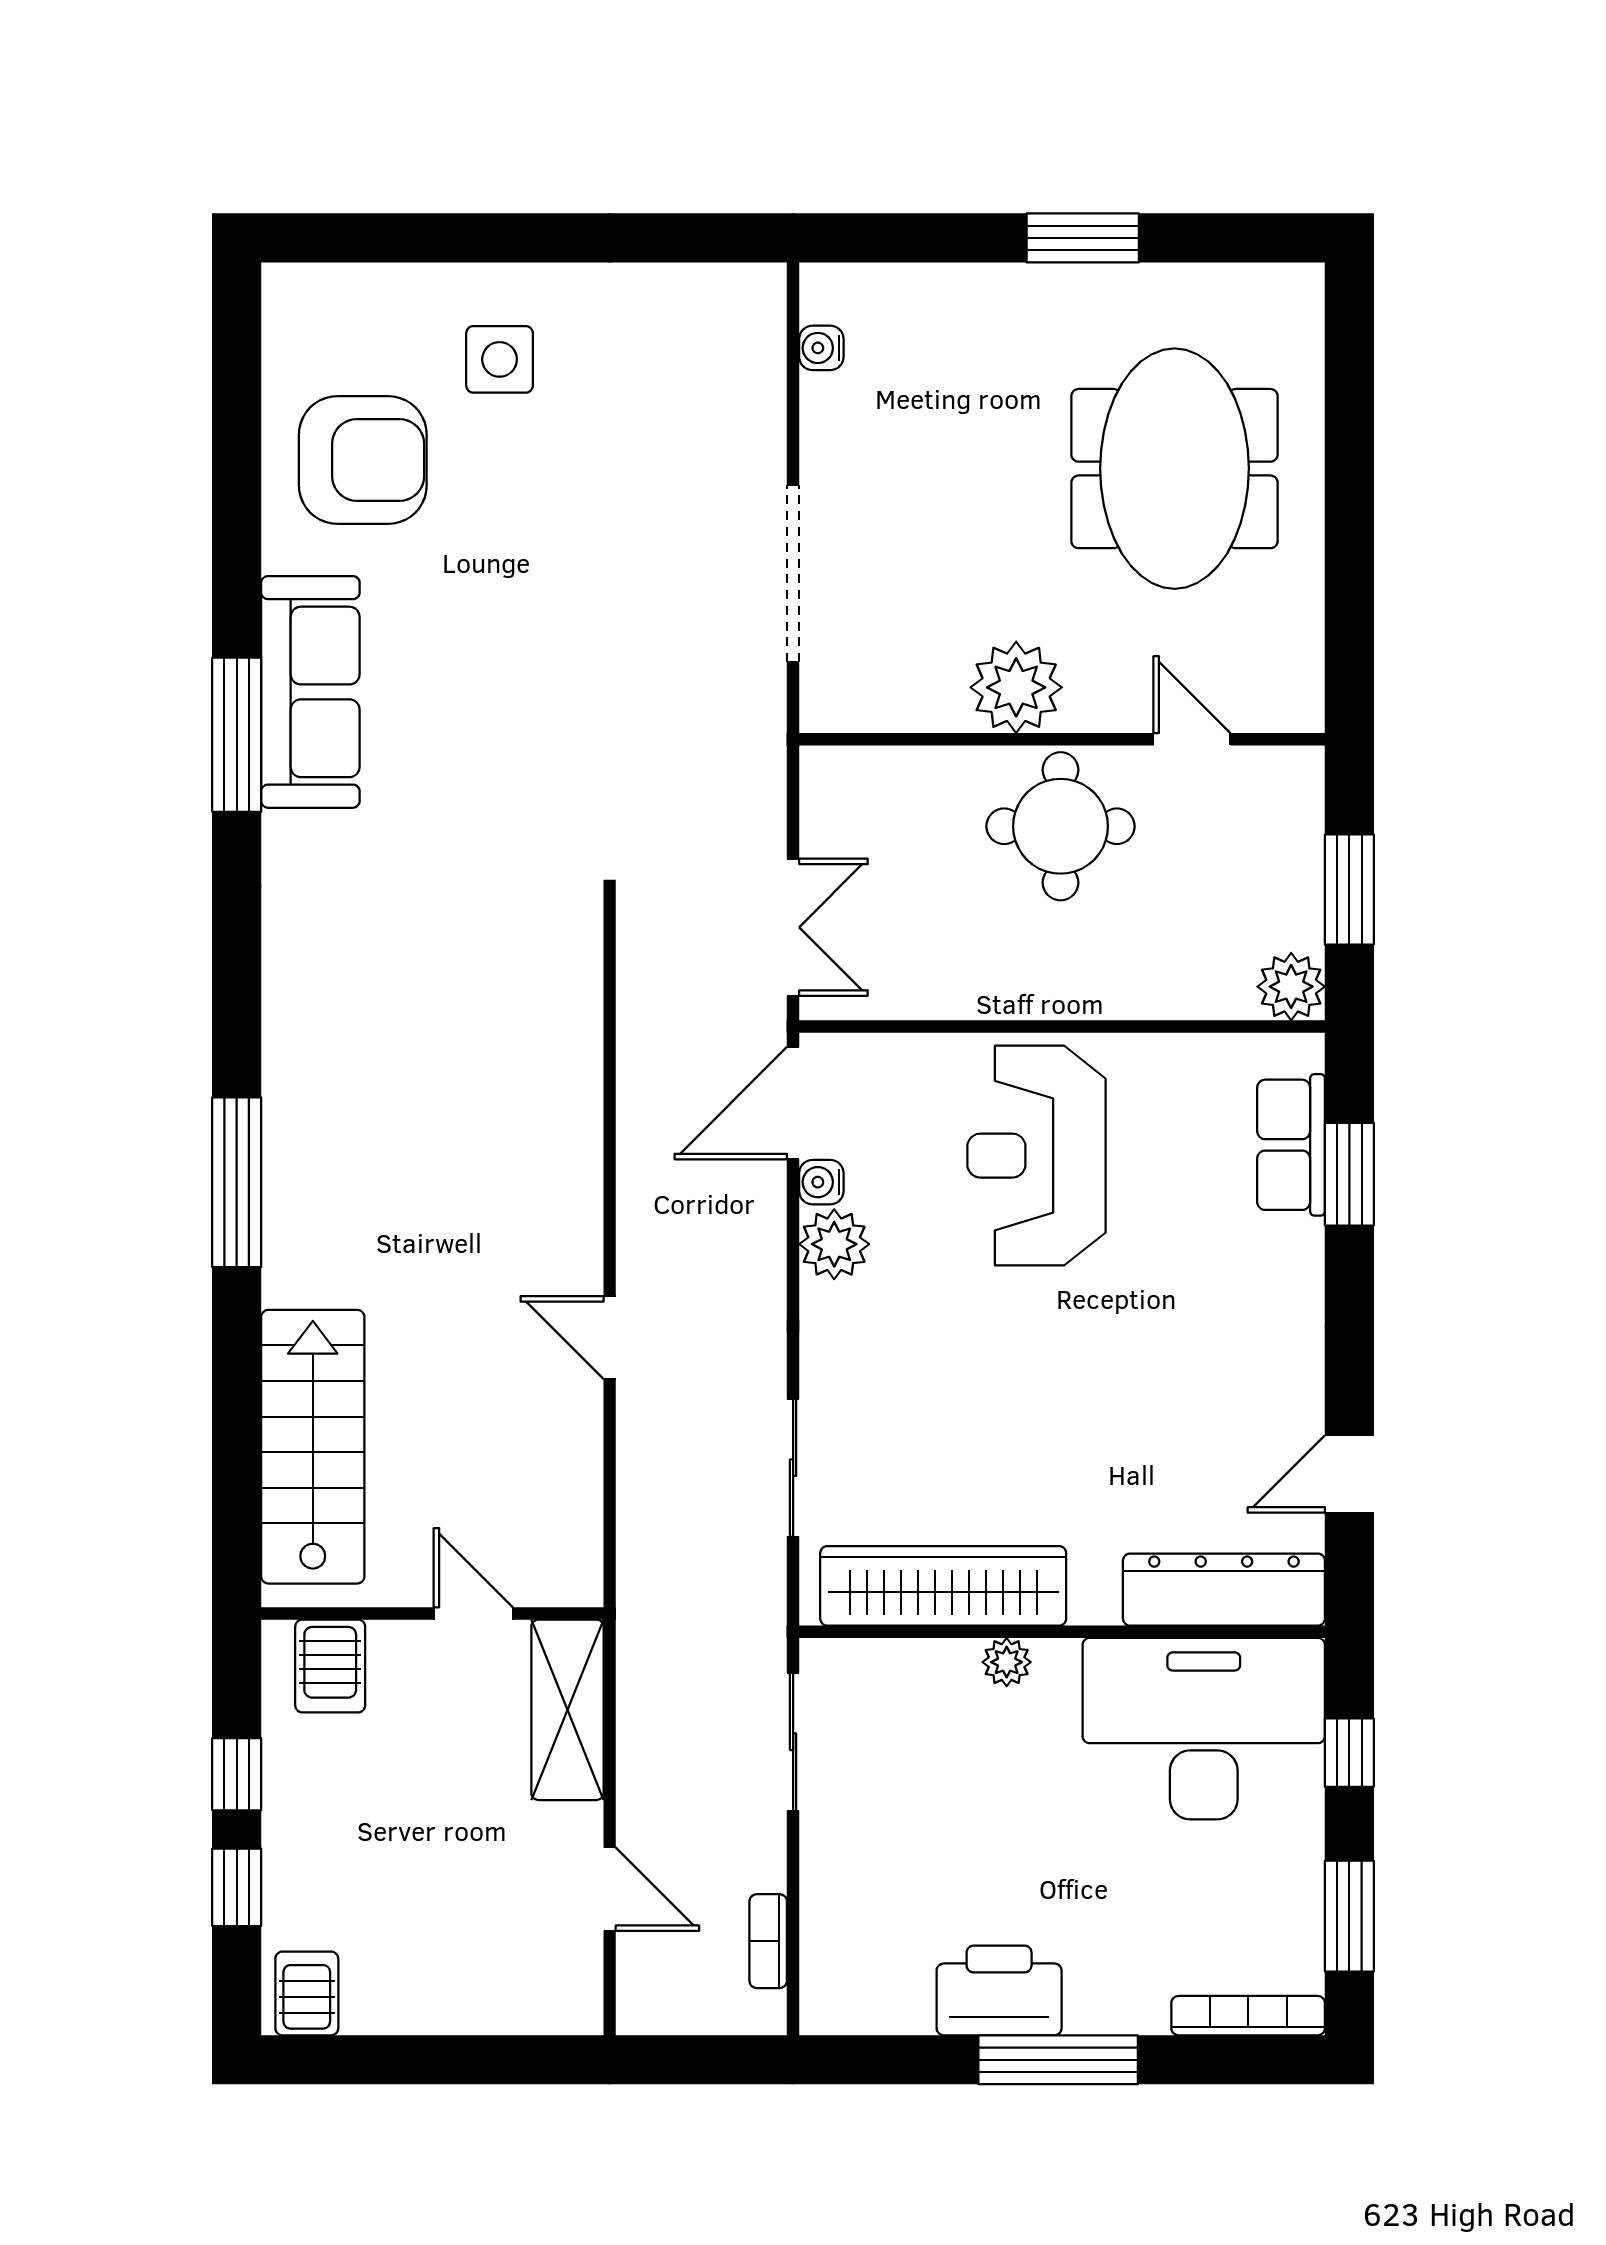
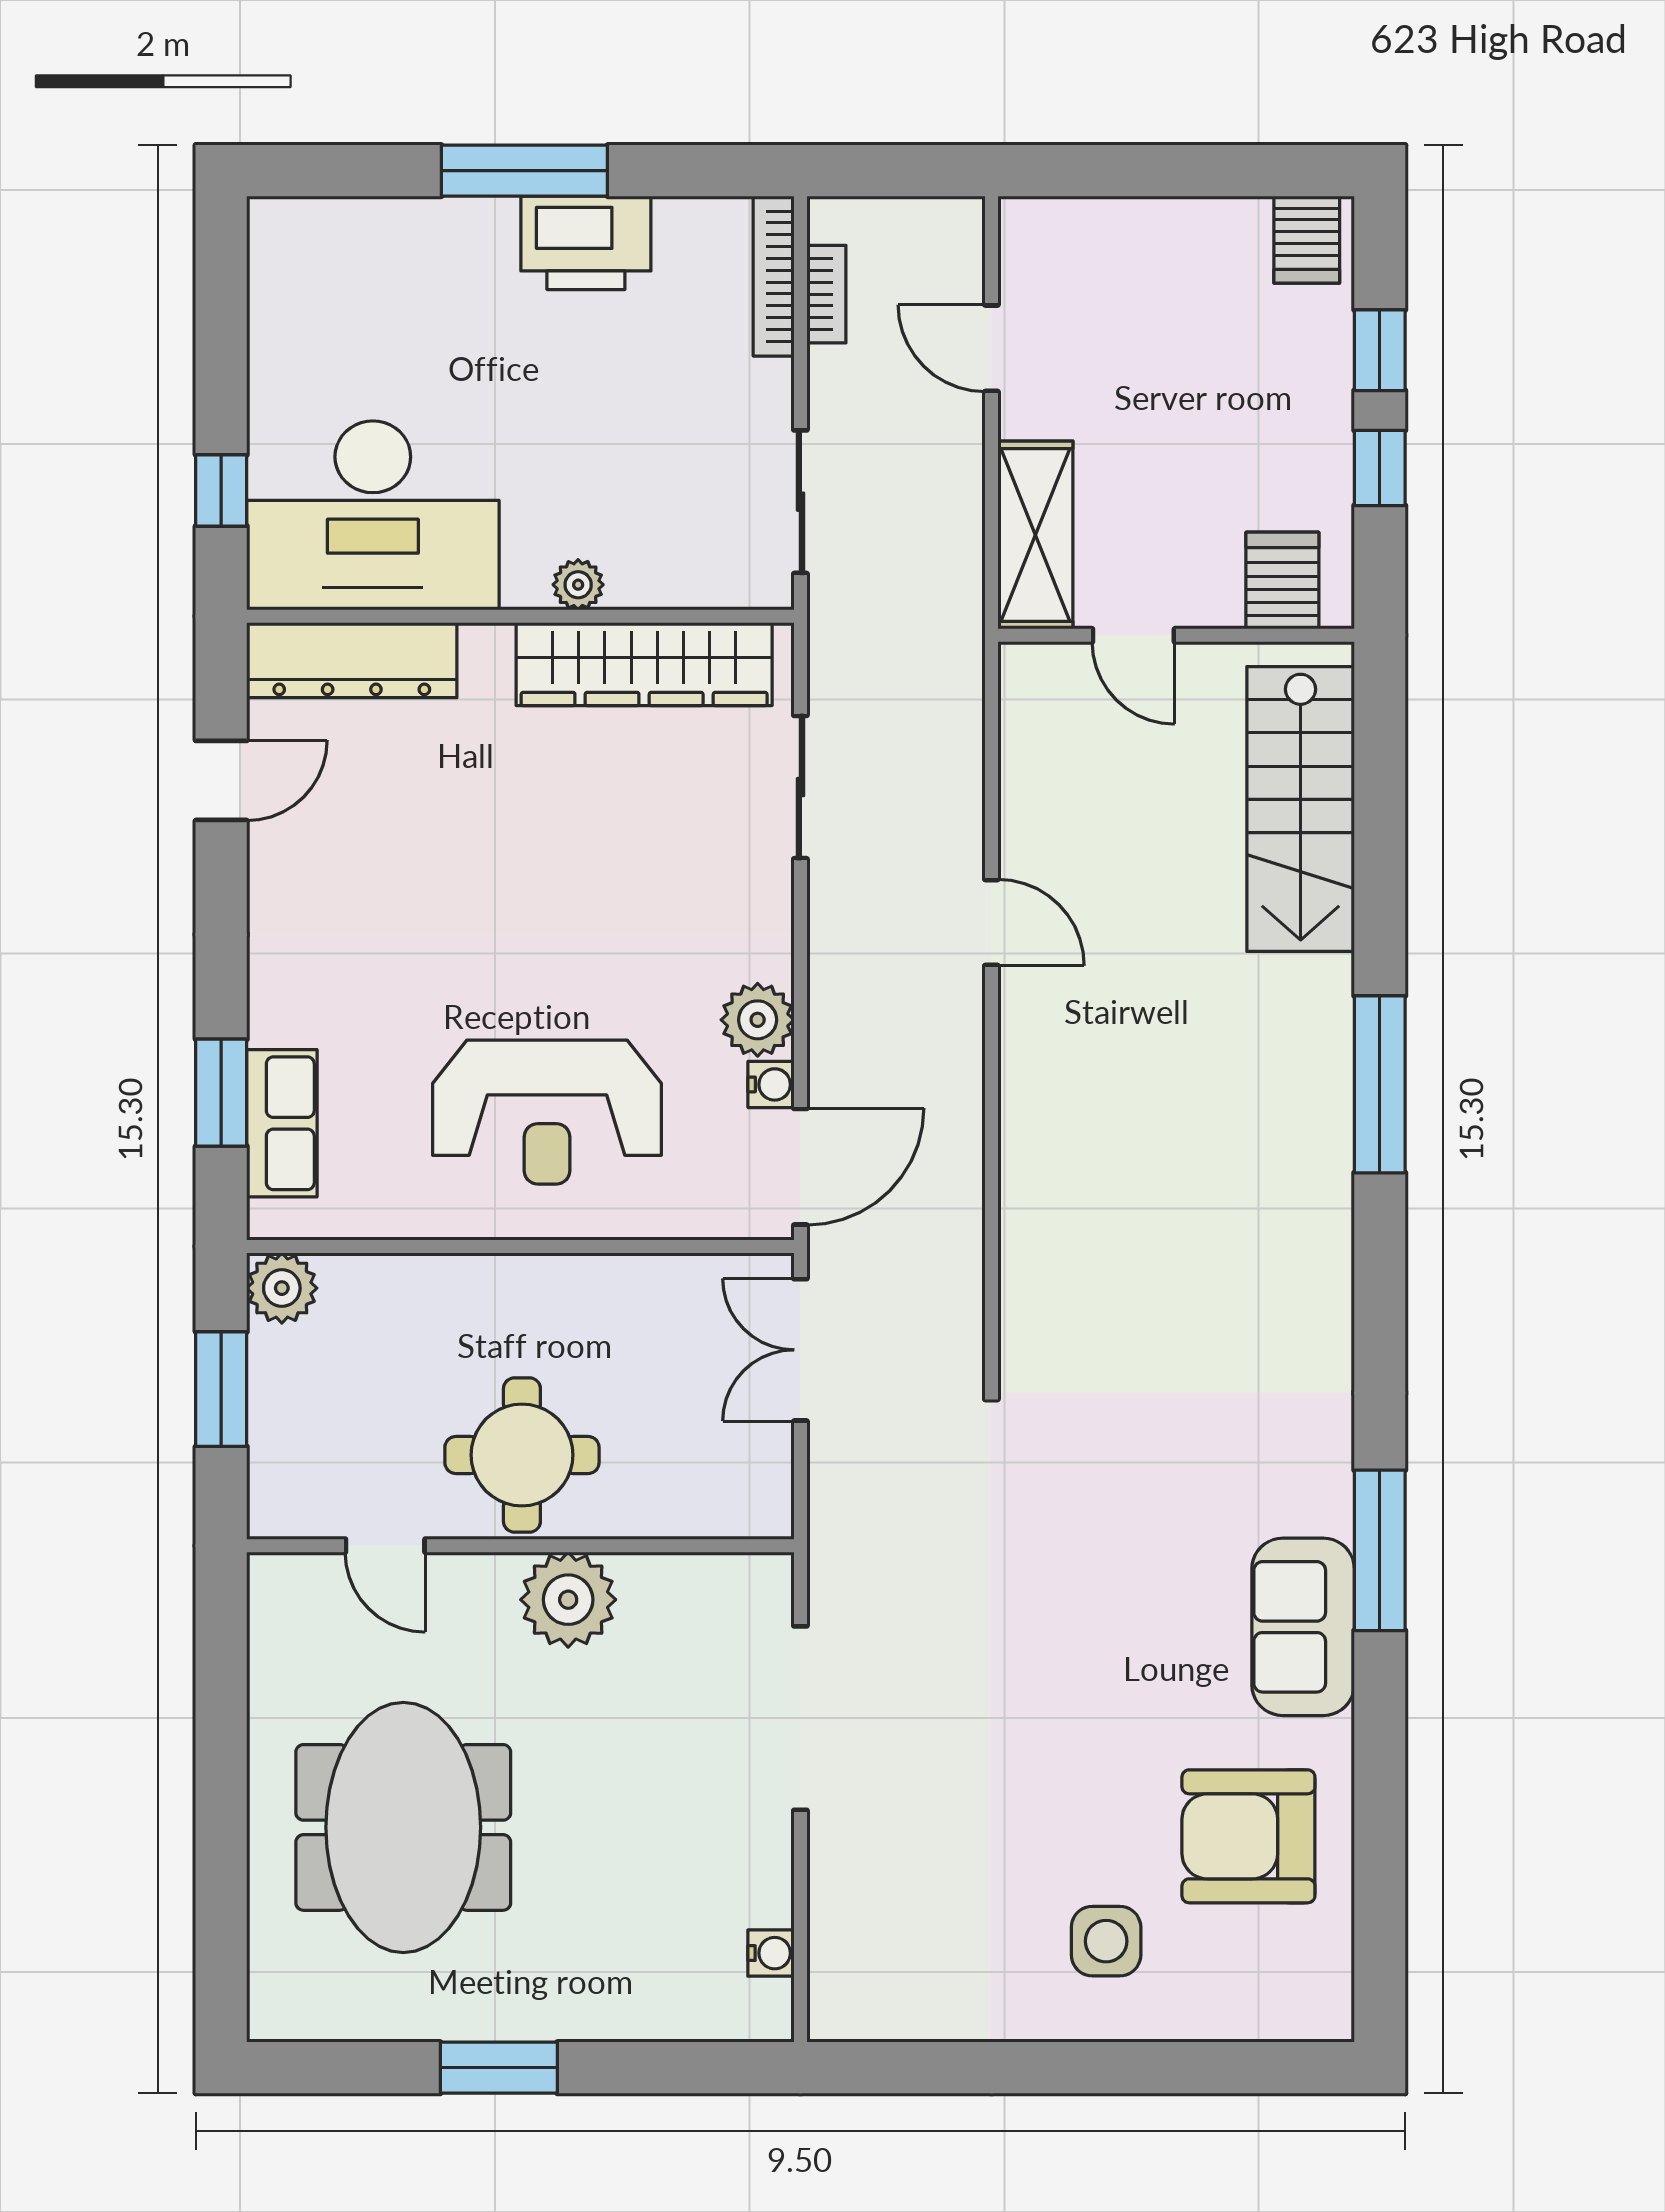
sofa: (310, 692) -> (1303, 1627), width x0.73
reception desk: (1036, 1156) -> (547, 1112), turned 90
window: (1349, 1916) -> (221, 320), removed
bookcase: (1248, 2016) -> (774, 276), moved, turned 90

